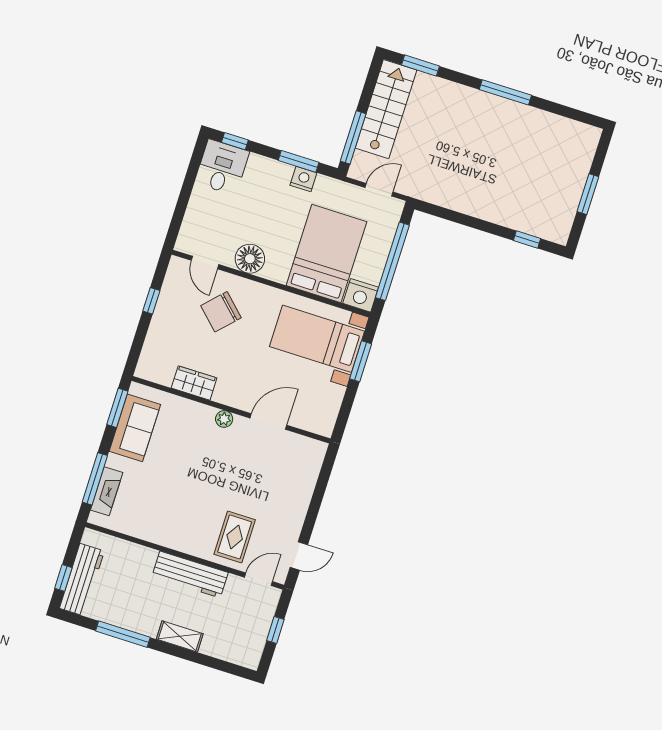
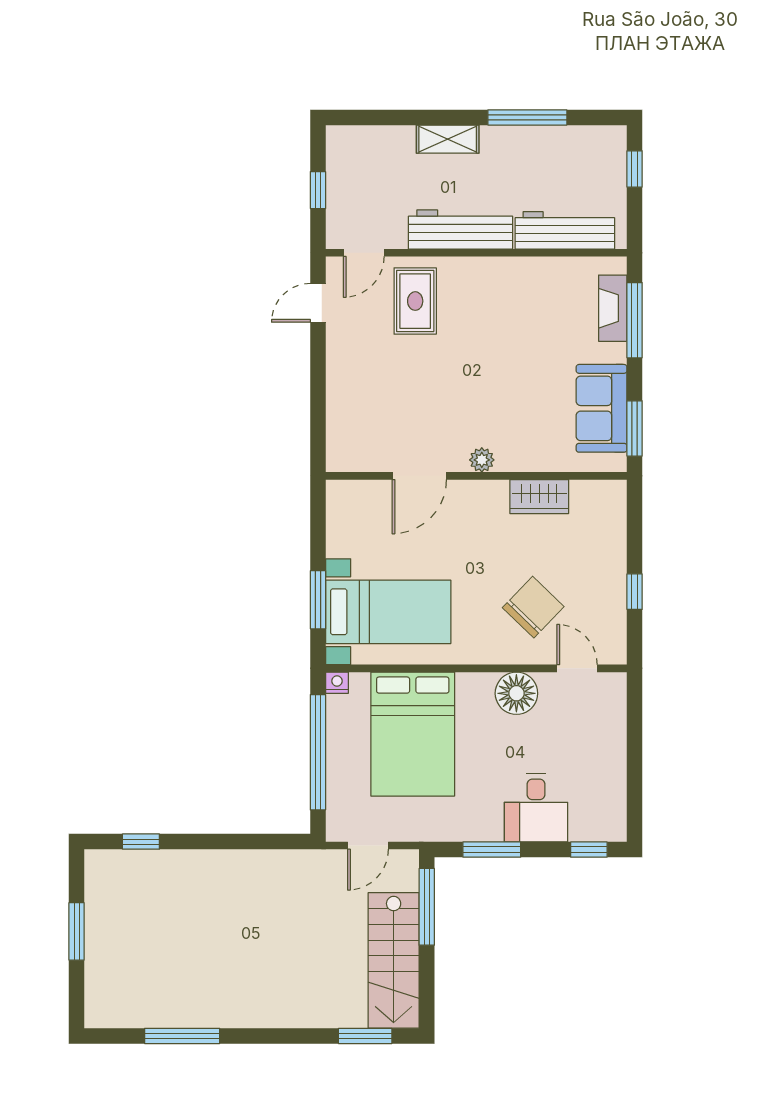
window: (505, 92) -> (182, 1036), moved
desk: (222, 167) -> (536, 808), moved
nightstand: (303, 179) -> (477, 827), removed
nightstand: (361, 295) -> (337, 683), width x0.53, depth x0.56
workbench: (82, 580) -> (565, 230), moved, turned 90

